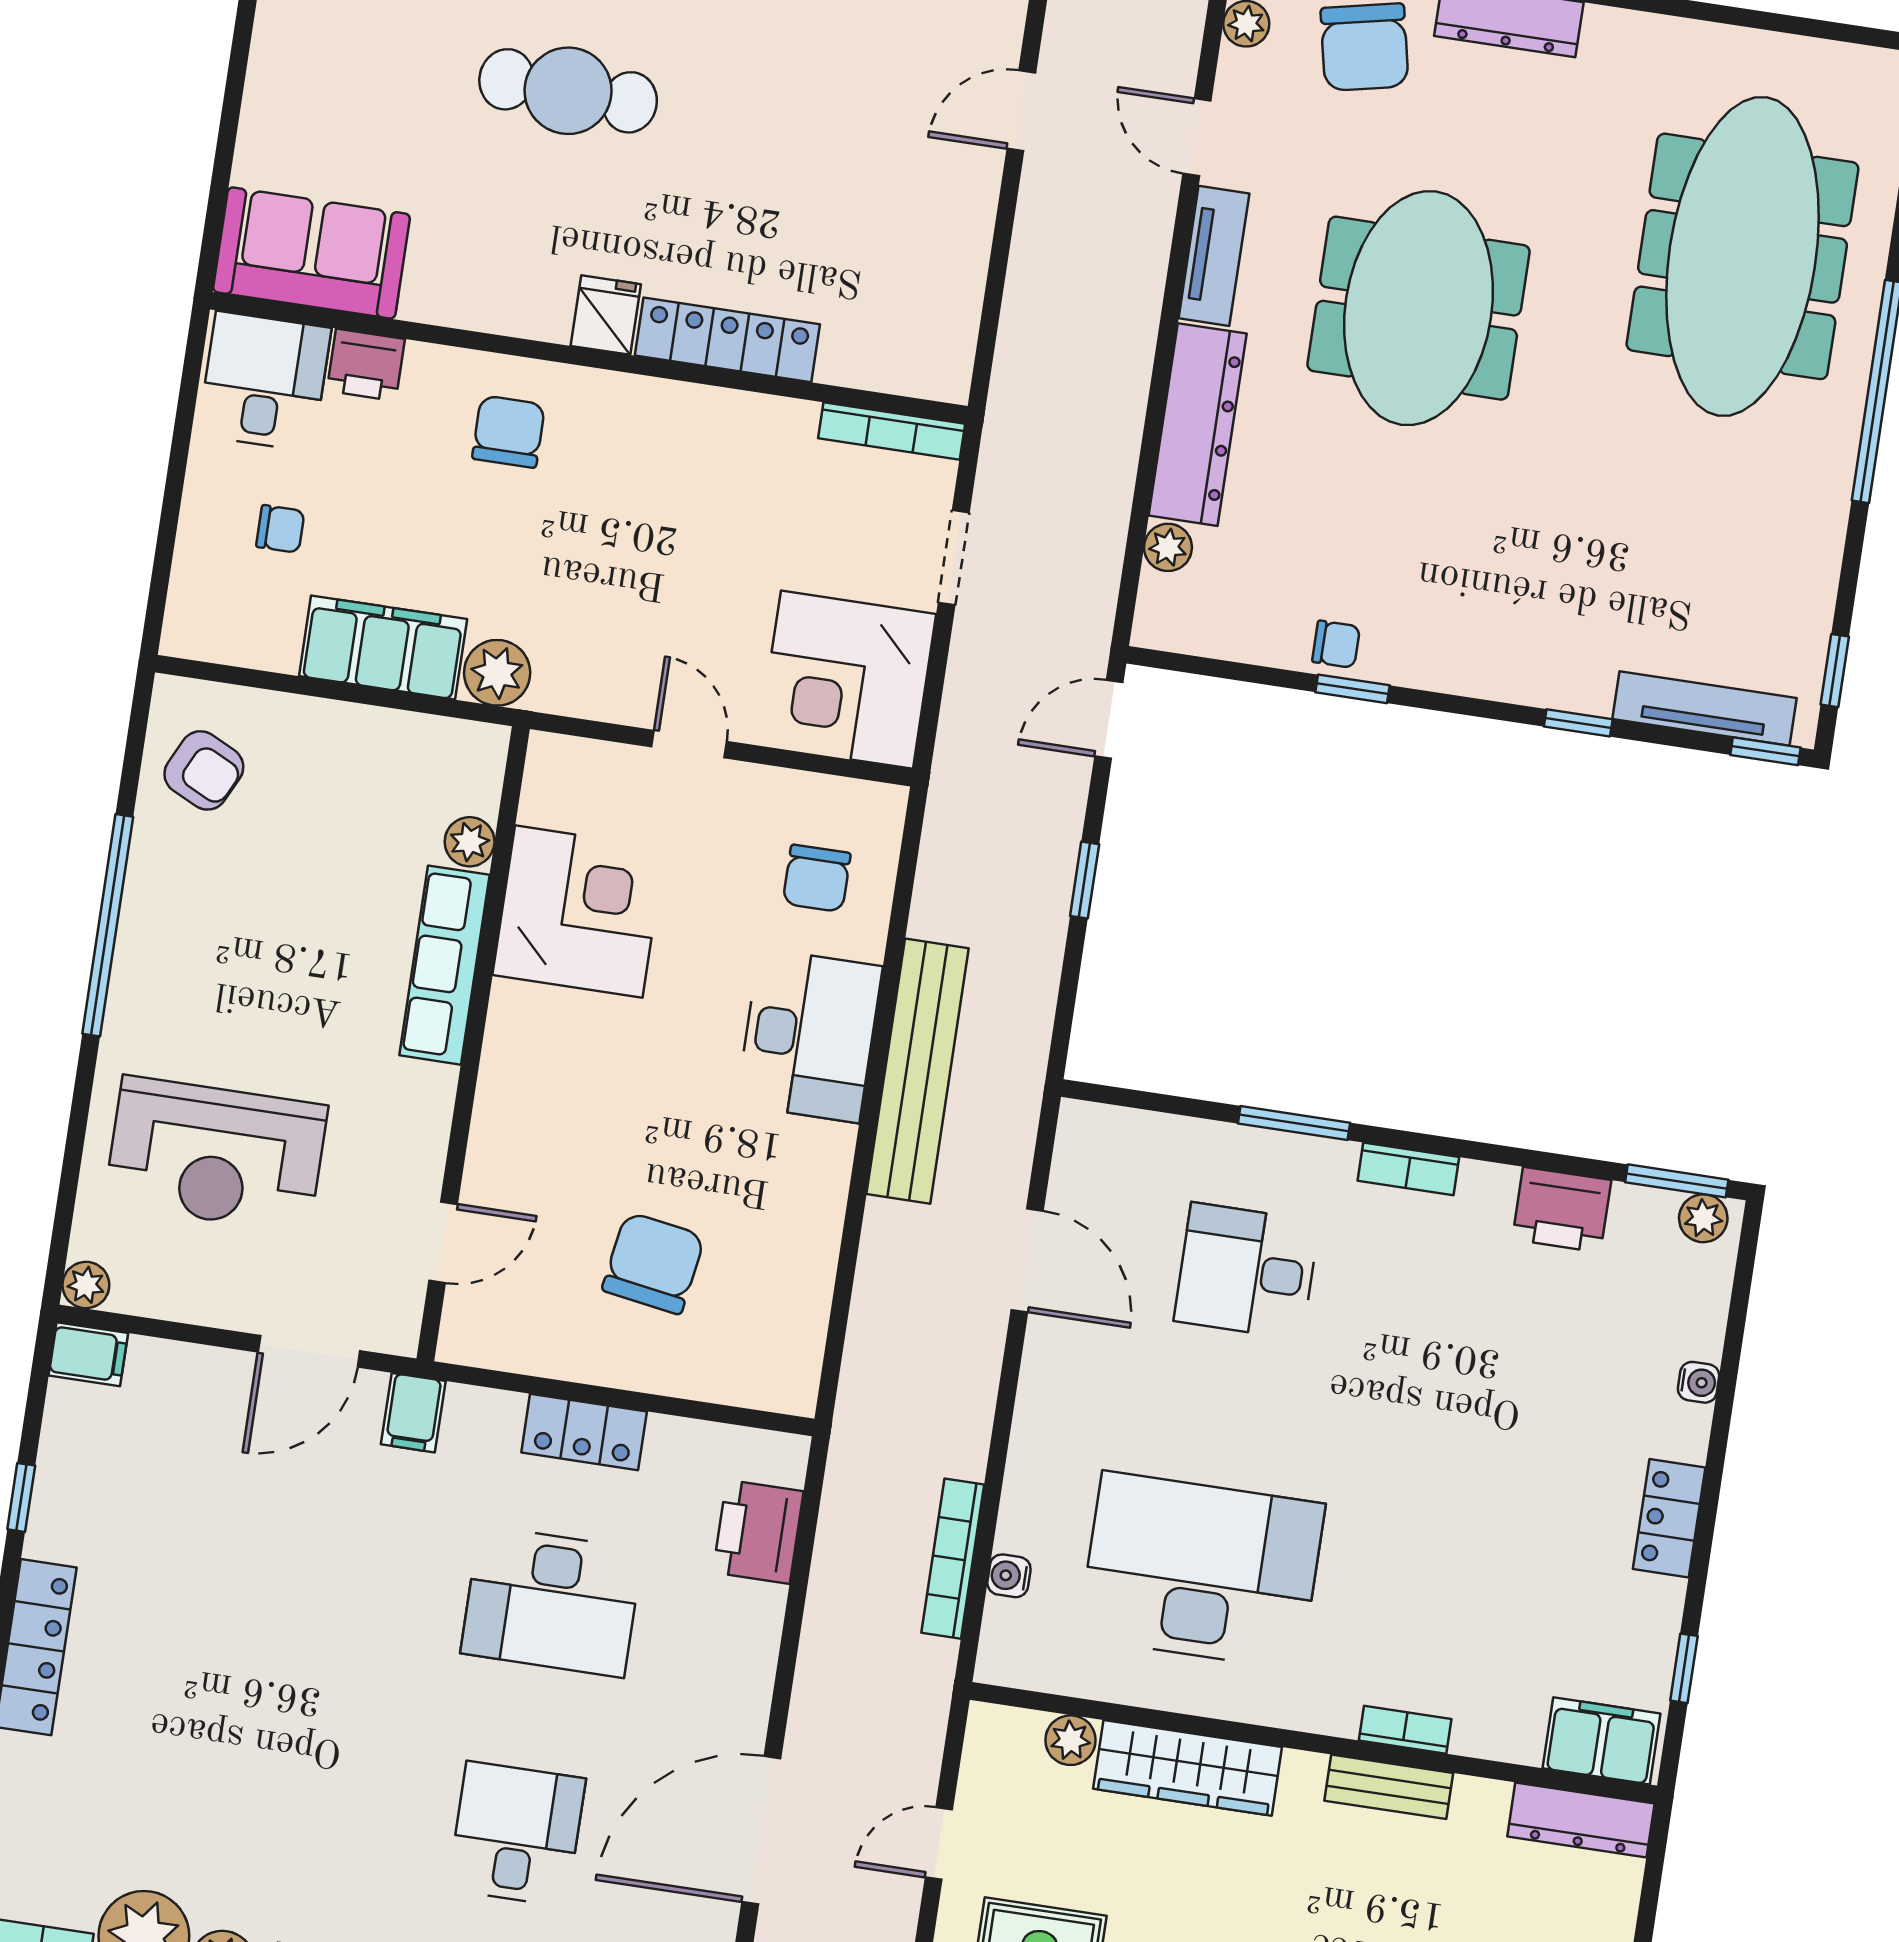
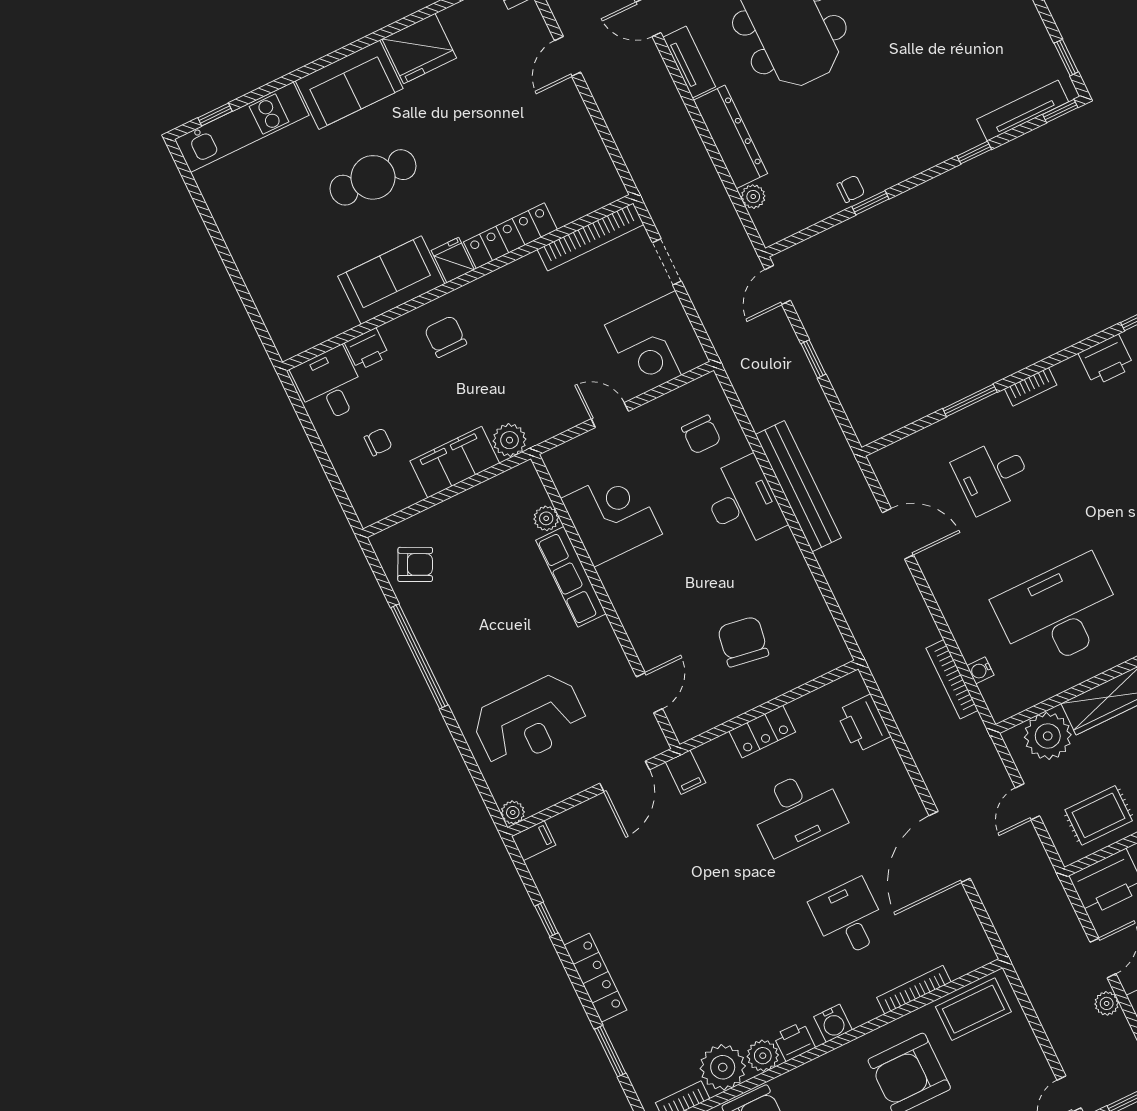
sofa: (311, 253) -> (391, 280), moved
bookcase: (892, 431) -> (591, 237), width x1.48, depth x1.31
plant: (1070, 1740) -> (1048, 736), width x1.88, depth x1.88

